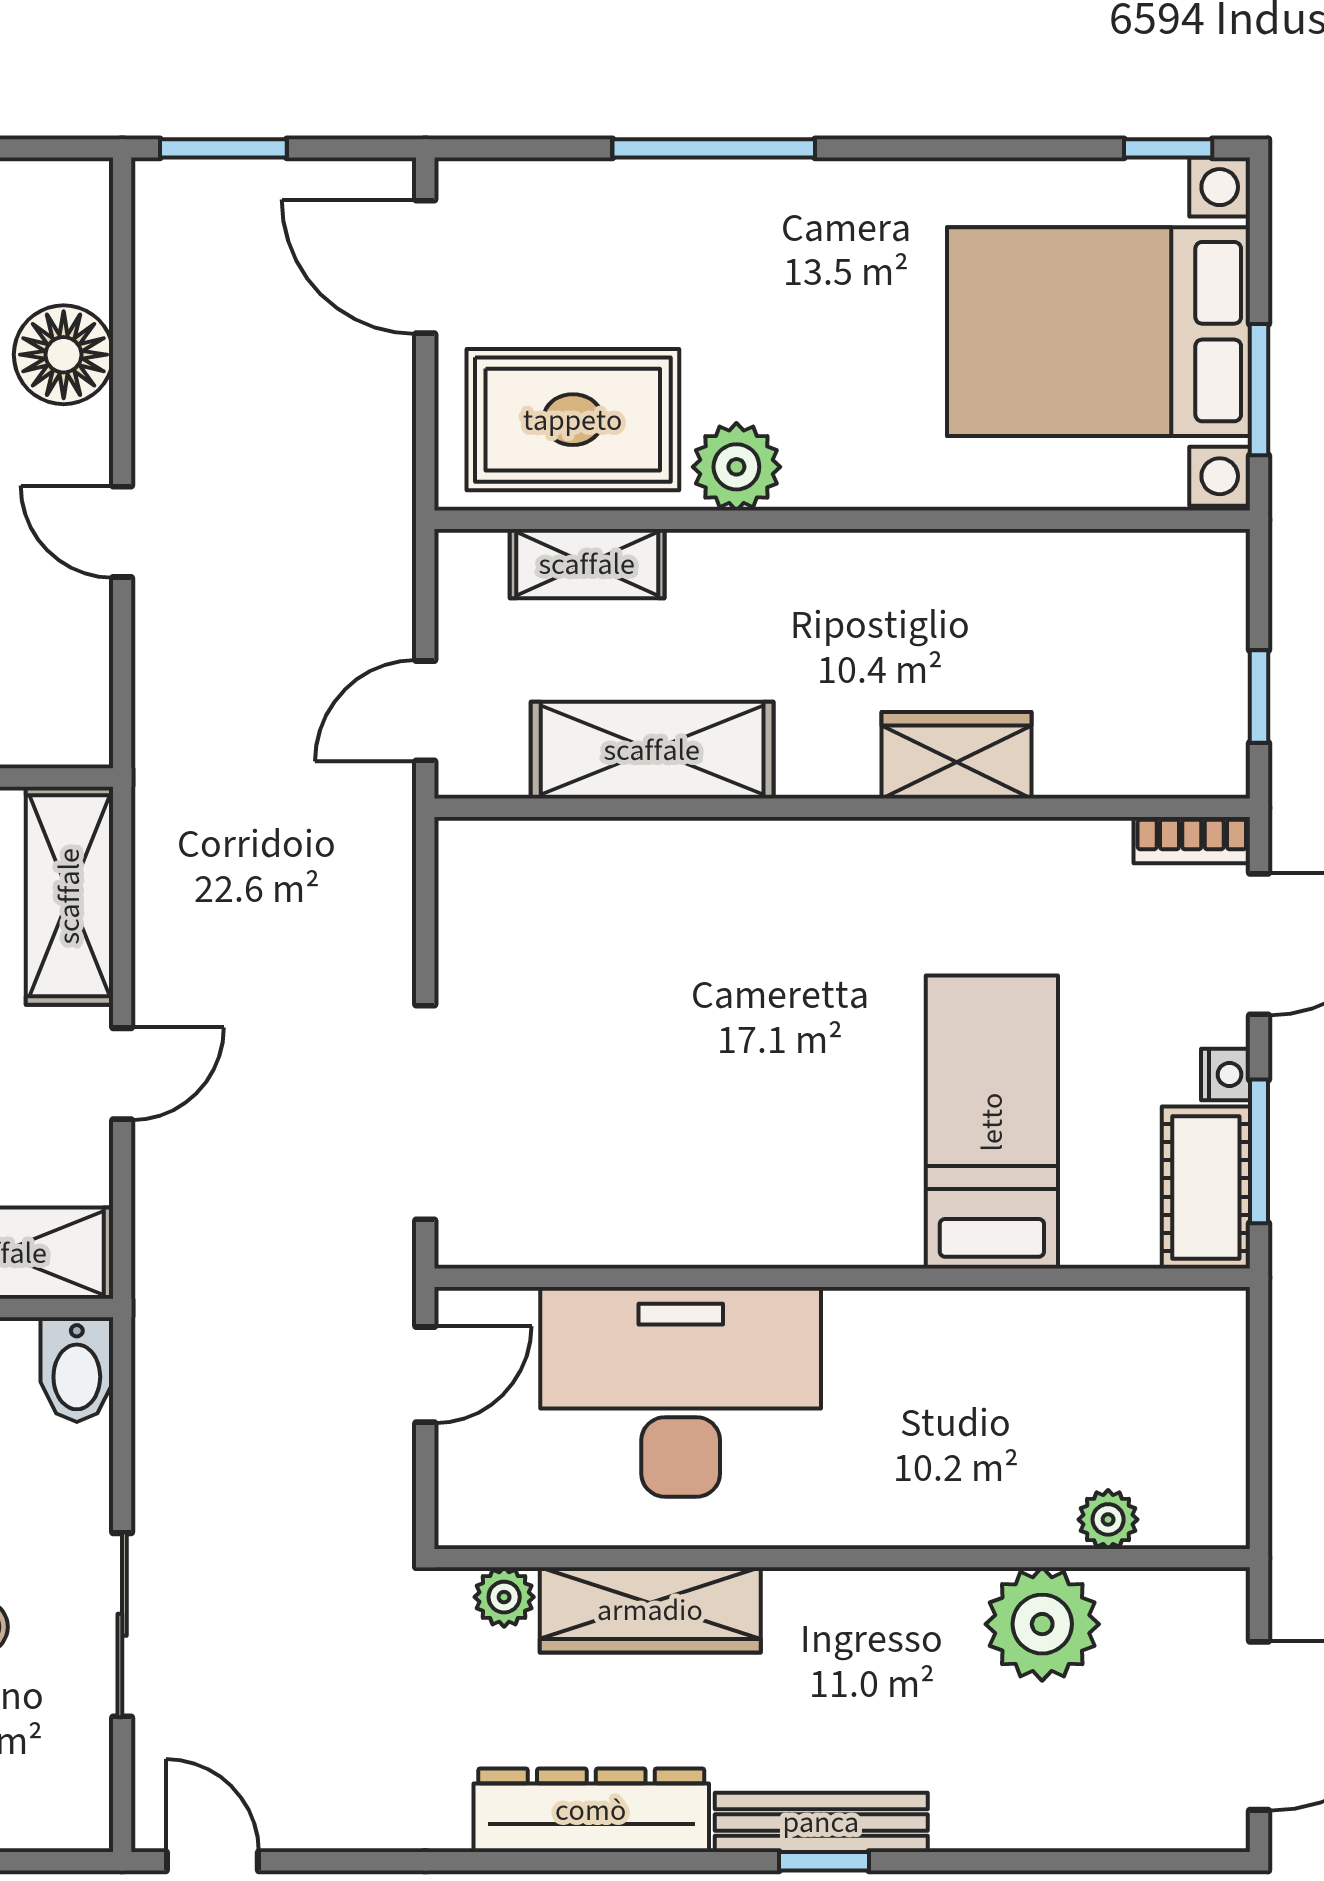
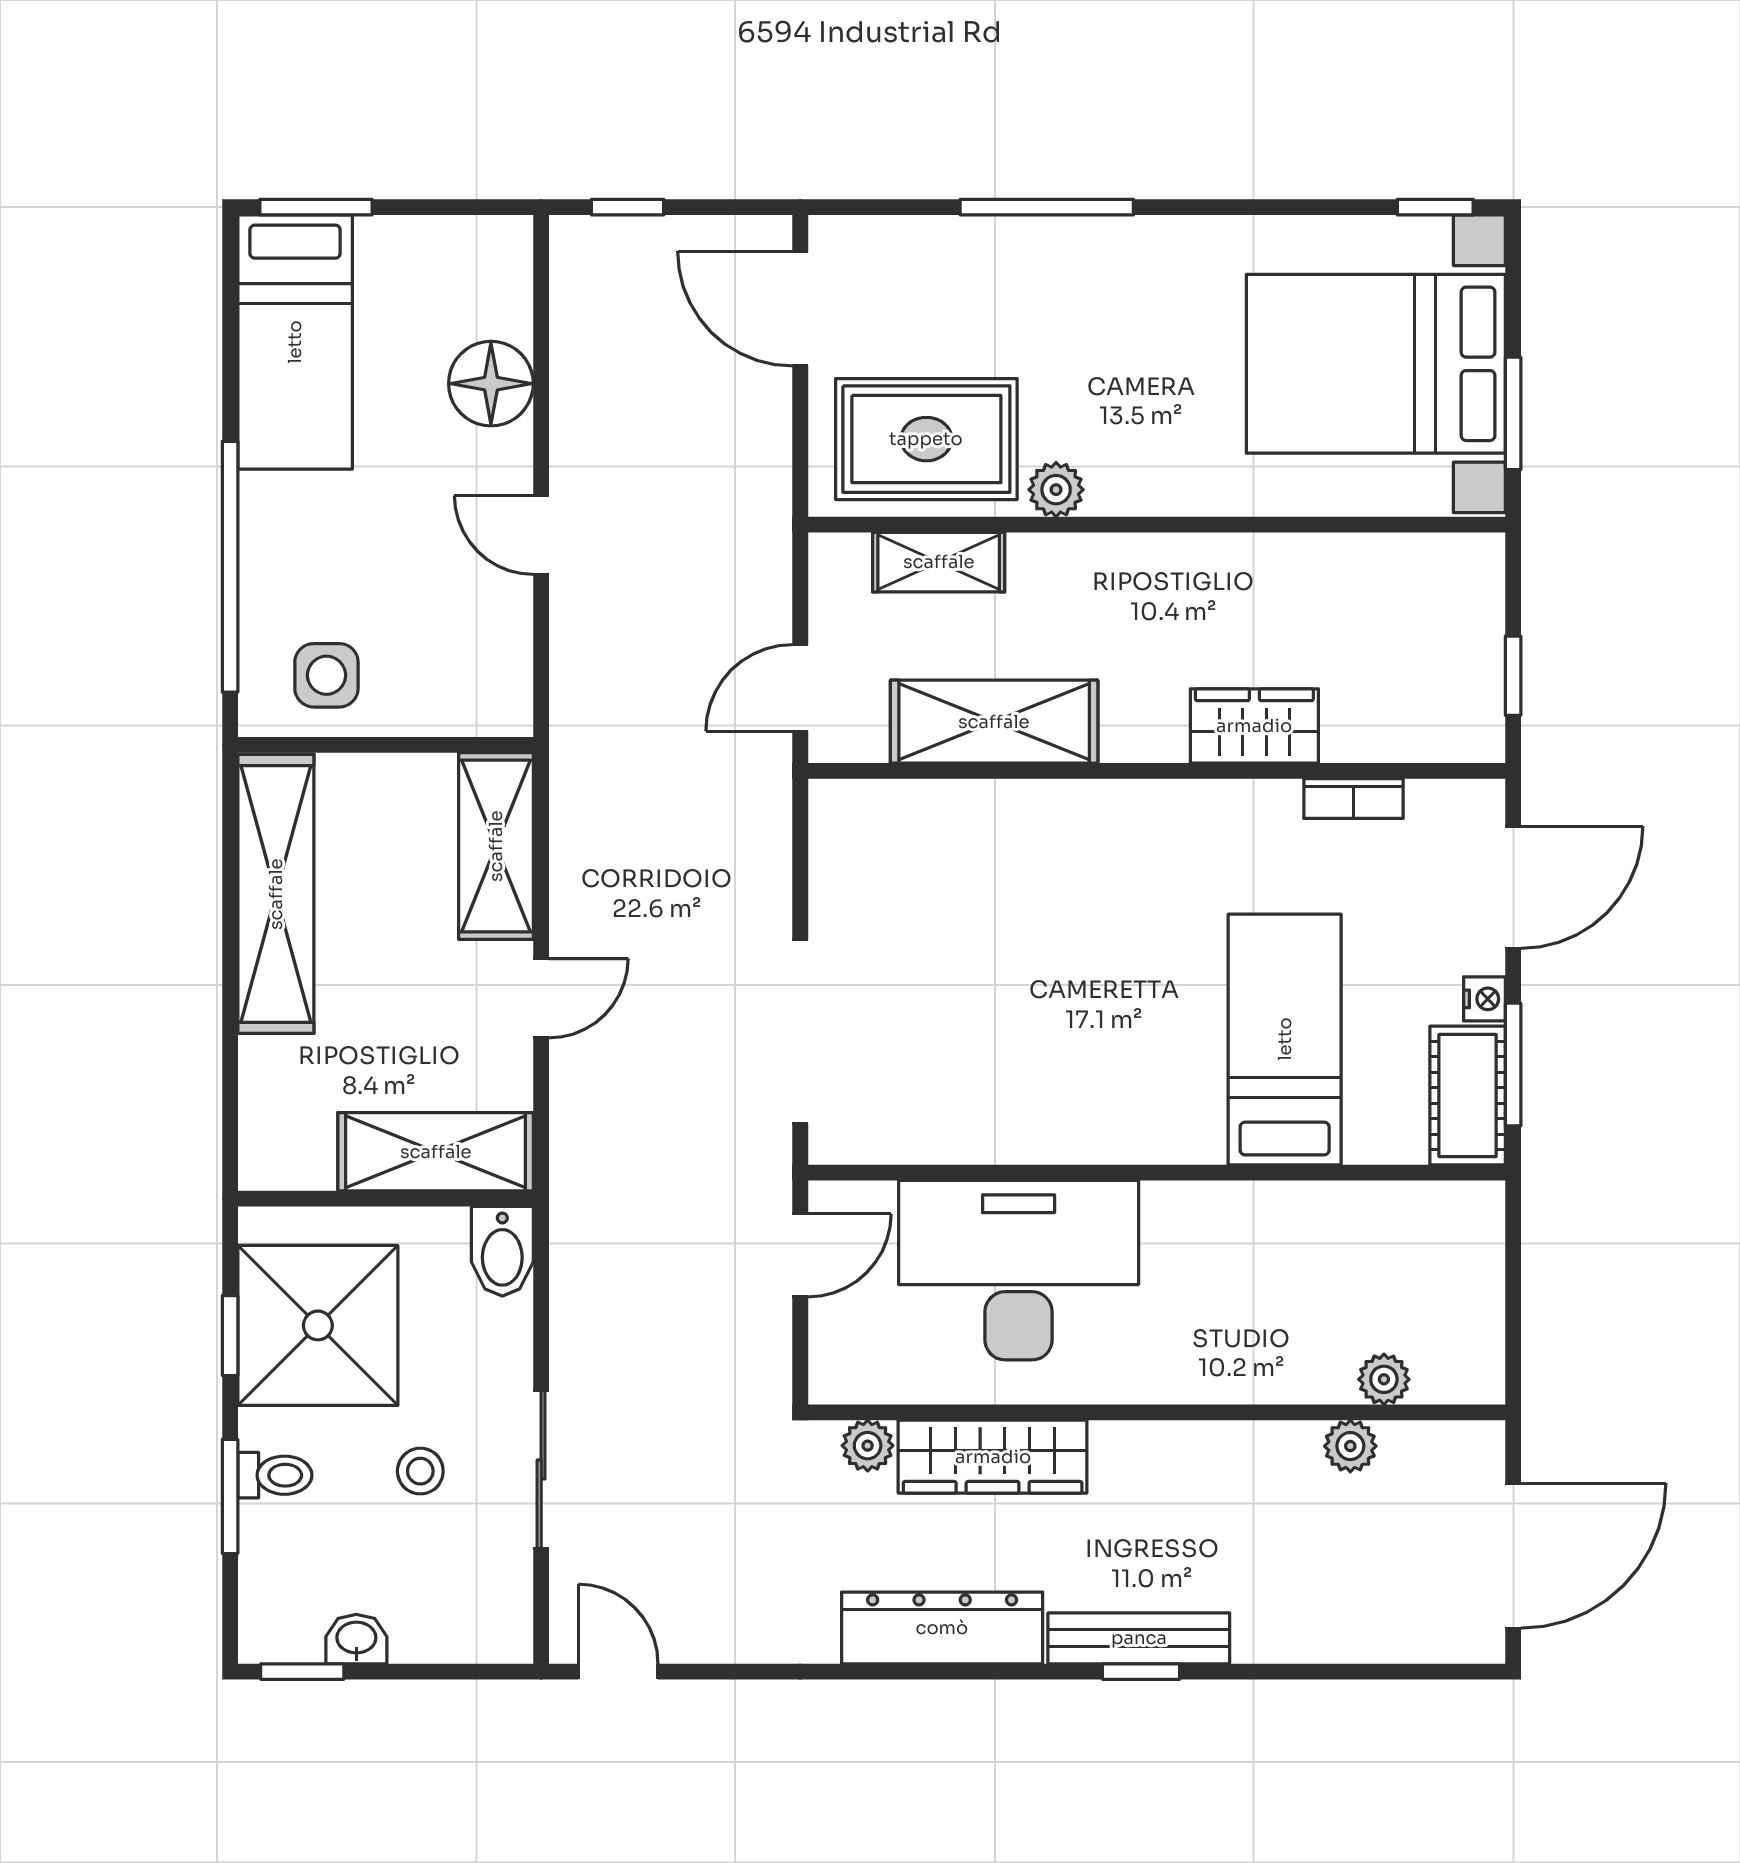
window: (223, 148) -> (628, 207), width x0.67
plant: (736, 467) -> (1056, 490), width x0.73, depth x0.73
bookcase: (1192, 840) -> (1353, 799), moved
plant: (1042, 1624) -> (1350, 1446), width x0.53, depth x0.53

